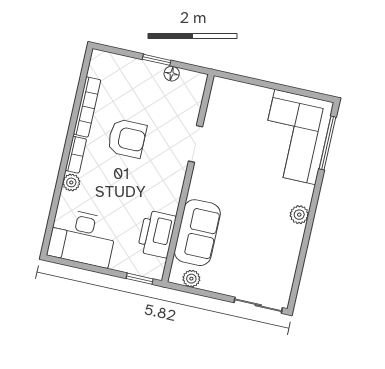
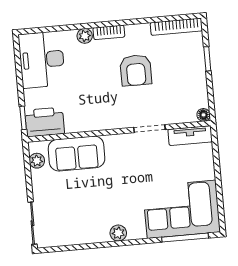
window: (157, 60) -> (207, 59), moved
floor lamp: (172, 74) -> (204, 115), moved
tv unit: (217, 102) -> (190, 136), added
bookcase: (87, 107) -> (176, 27), moved
printer: (157, 234) -> (45, 122), moved

